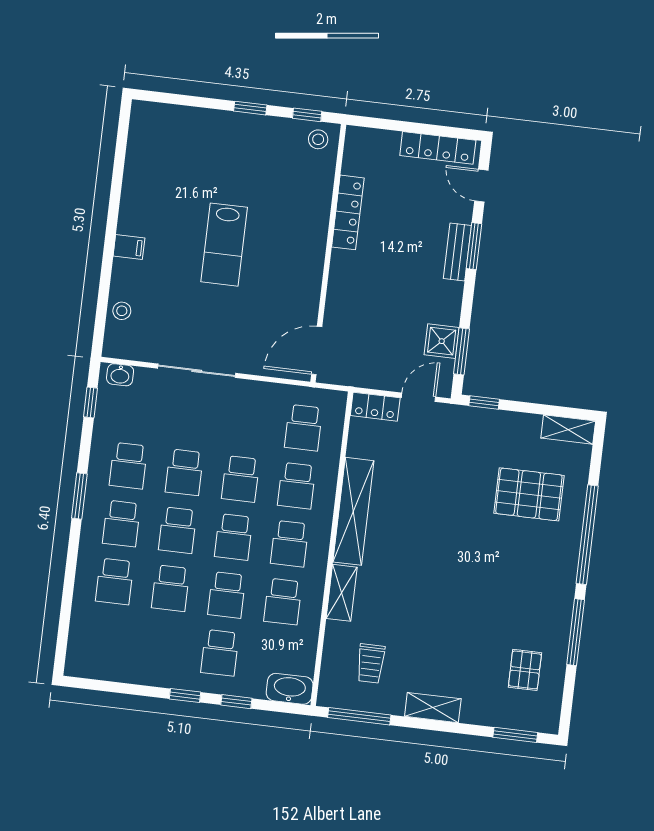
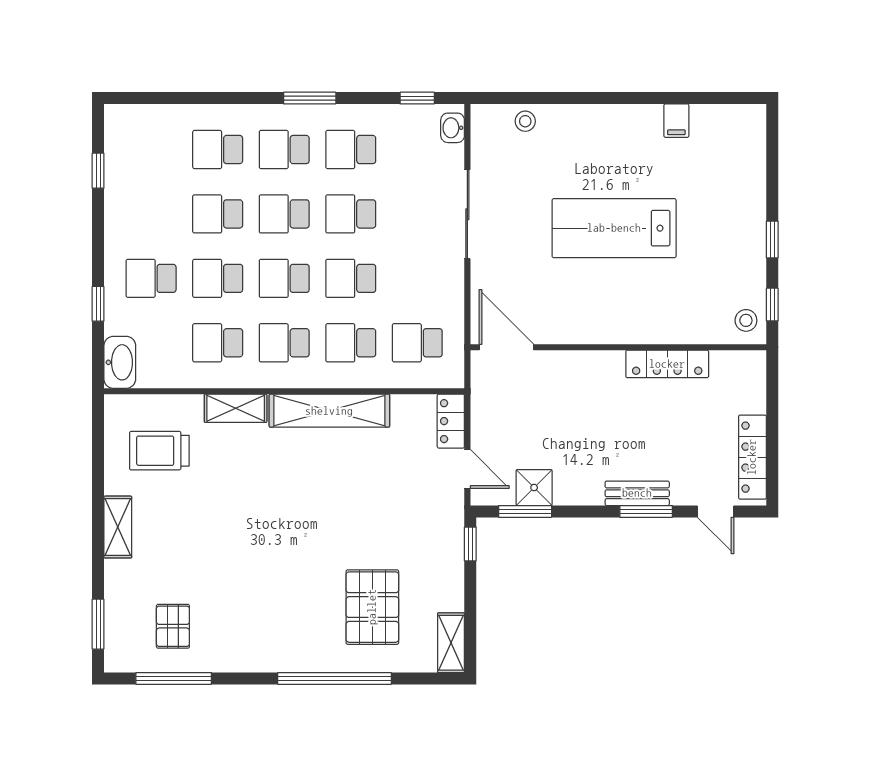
door: (481, 186) -> (716, 511), swing flipped
lab bench: (224, 245) -> (614, 228), width x1.36, depth x1.39
filing cabinet: (129, 247) -> (676, 121), moved
window: (576, 632) -> (174, 678), moved
trolley: (371, 664) -> (159, 451), width x1.36, depth x1.39
pallet: (525, 670) -> (173, 626), turned 90
window: (185, 695) -> (98, 171), moved
window: (359, 716) -> (98, 445), removed

